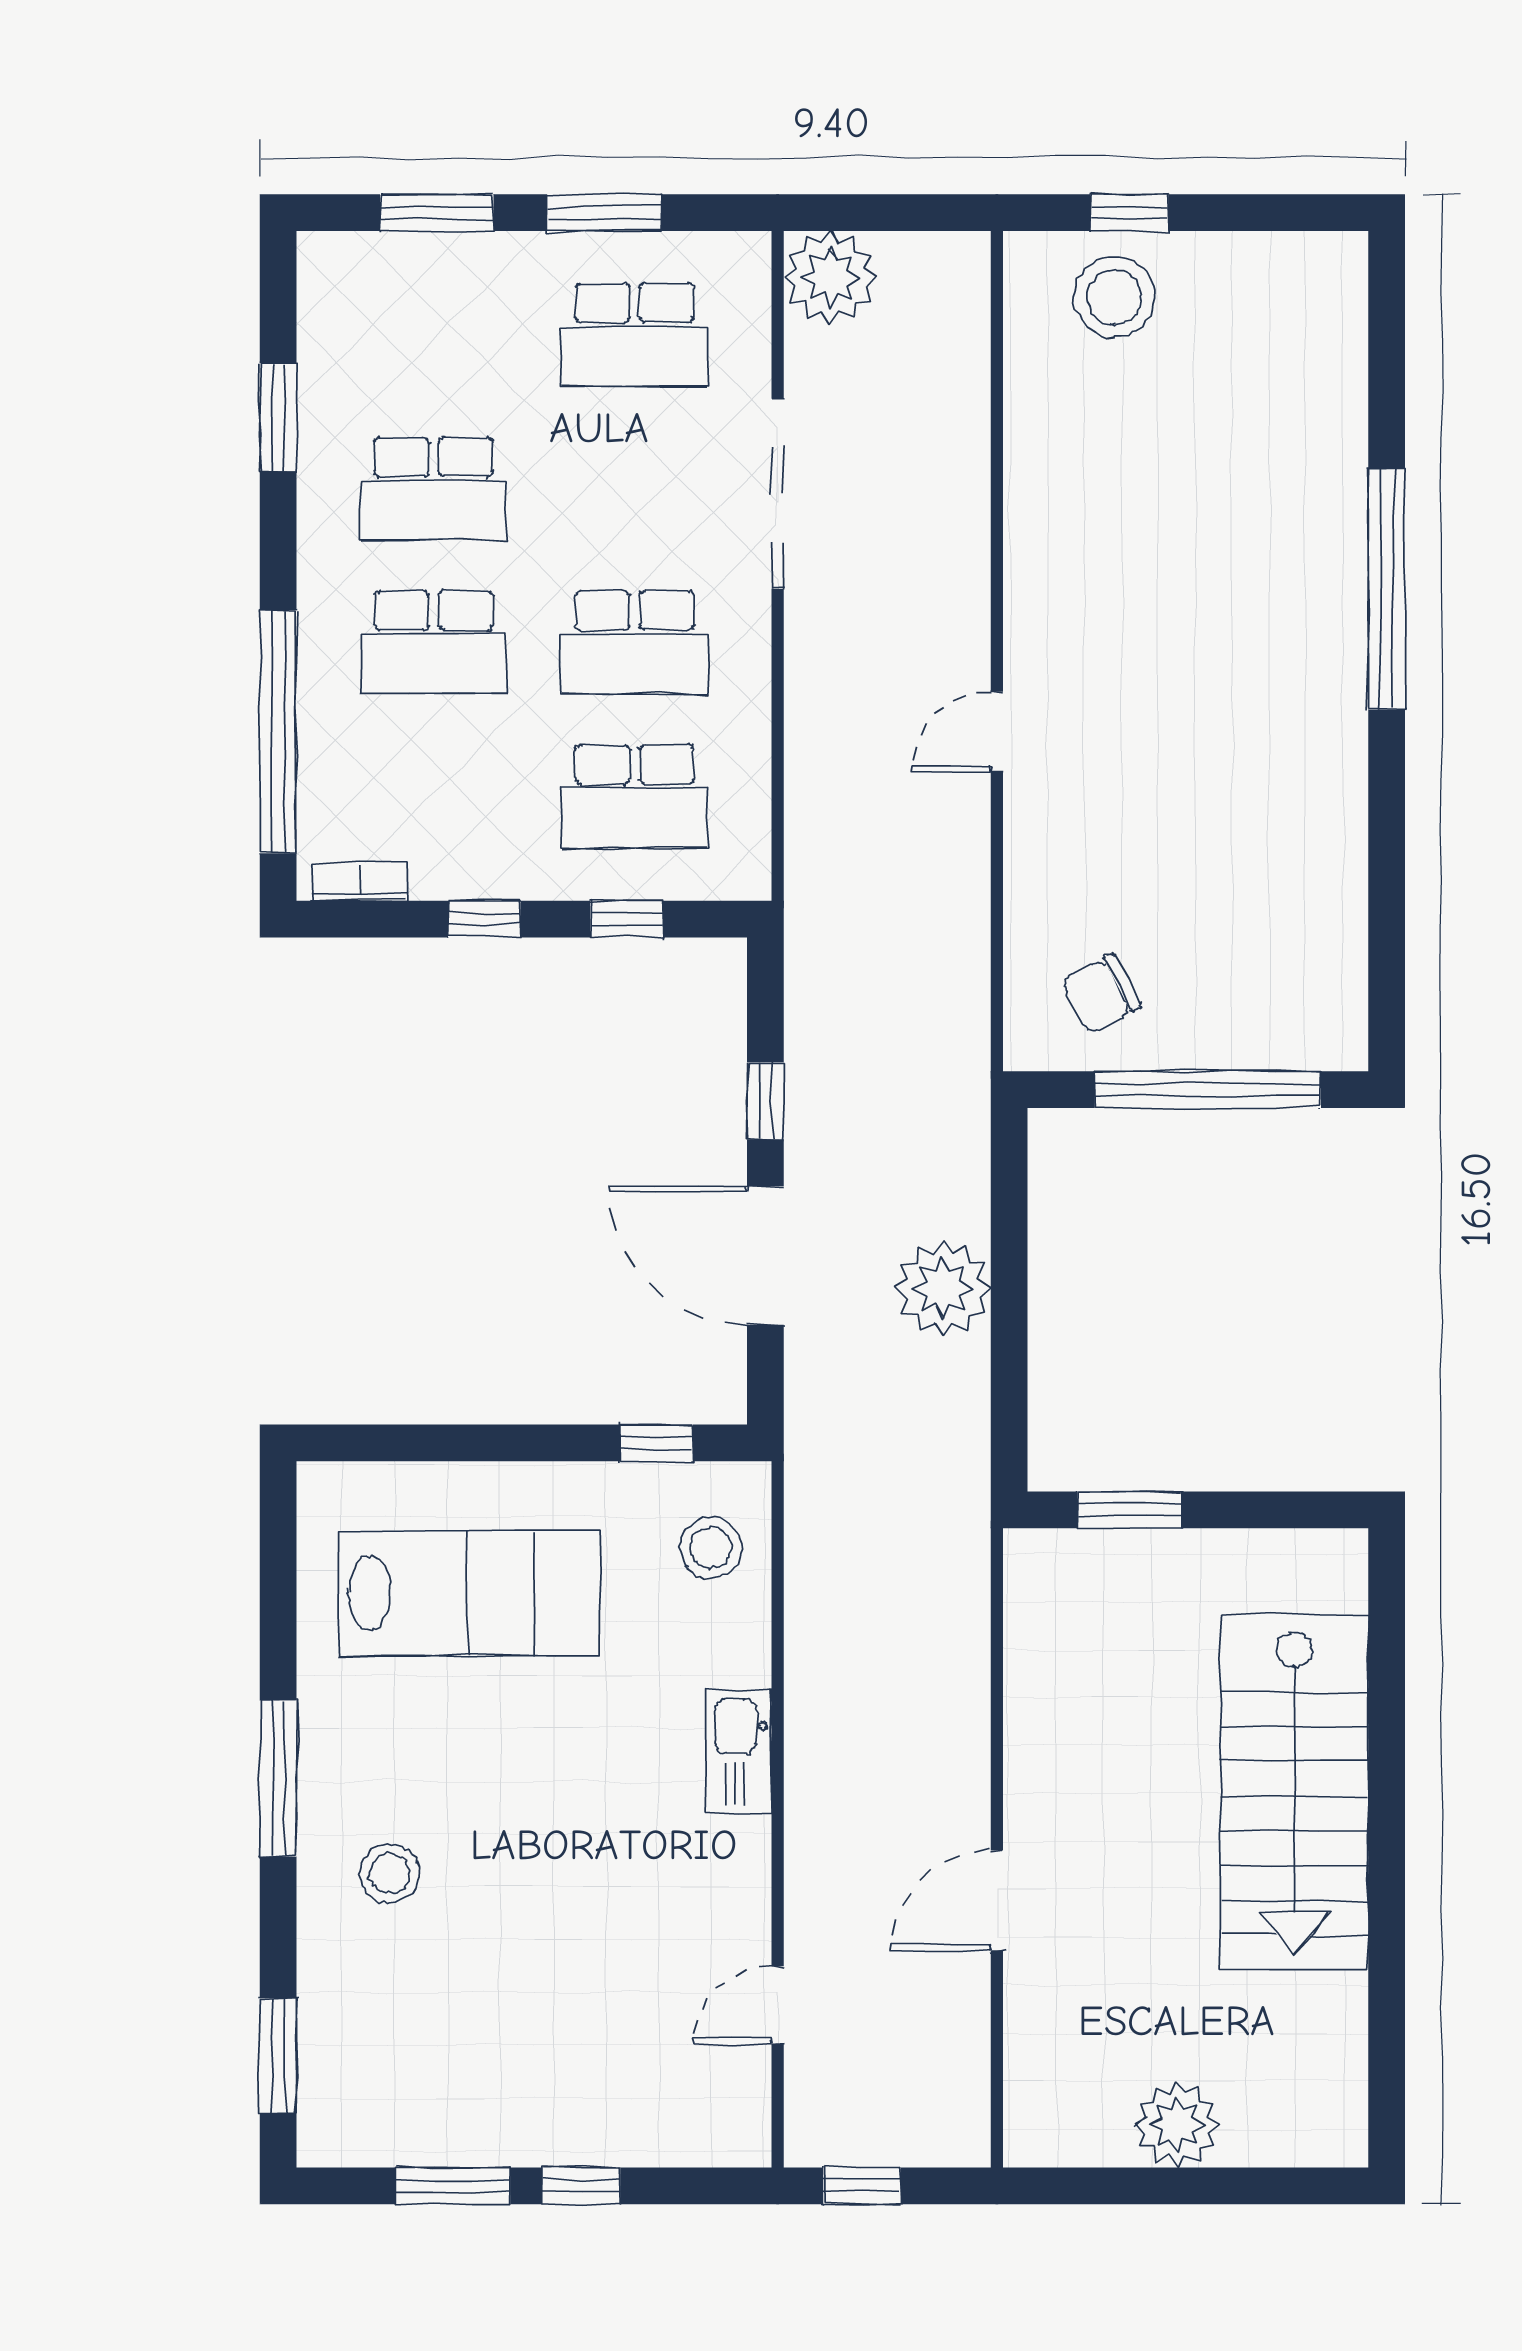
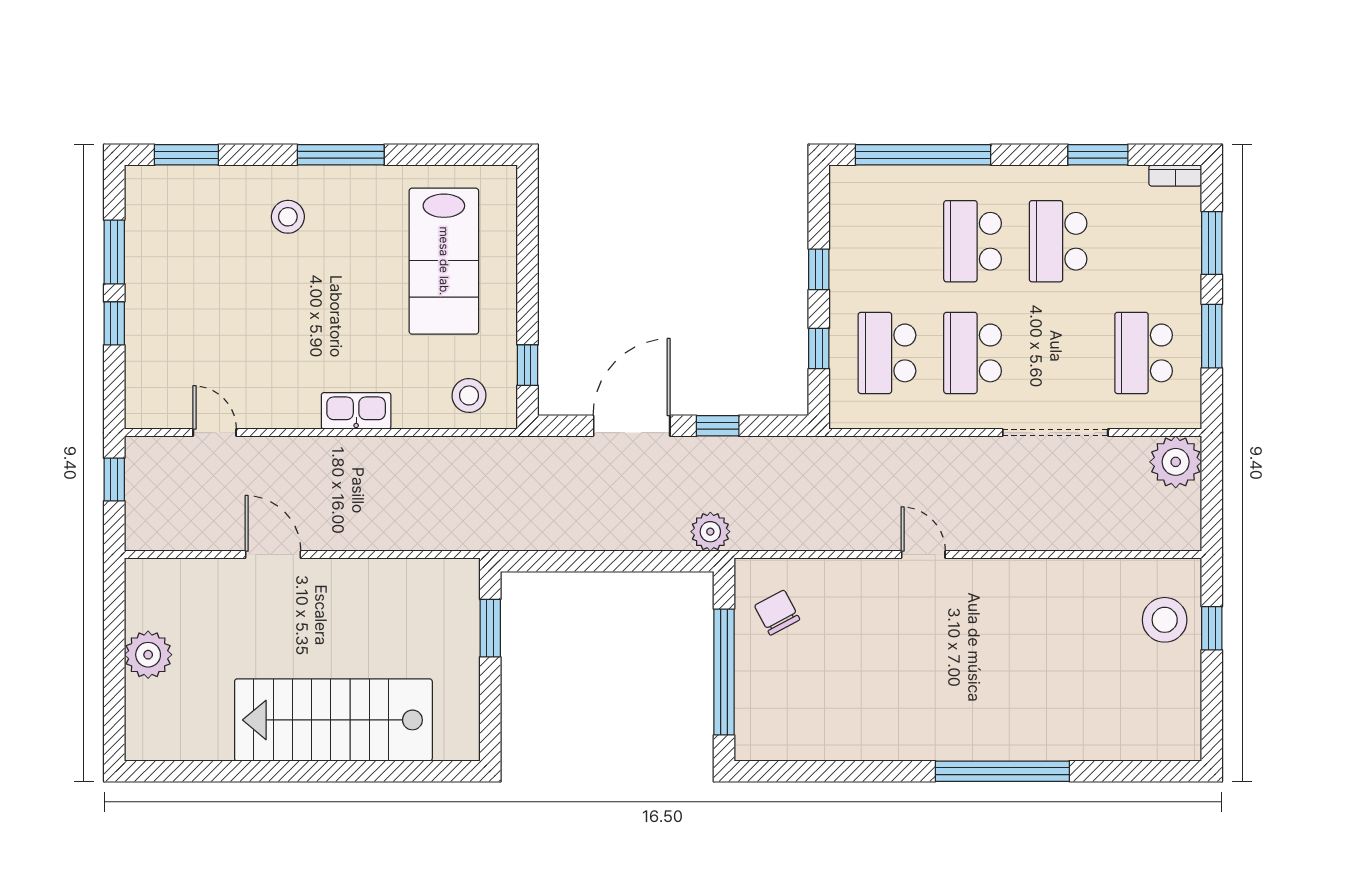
bookcase: (359, 882) -> (1175, 176), moved, turned 90
plant: (943, 1289) -> (710, 532), moved, width x0.73, depth x0.73

